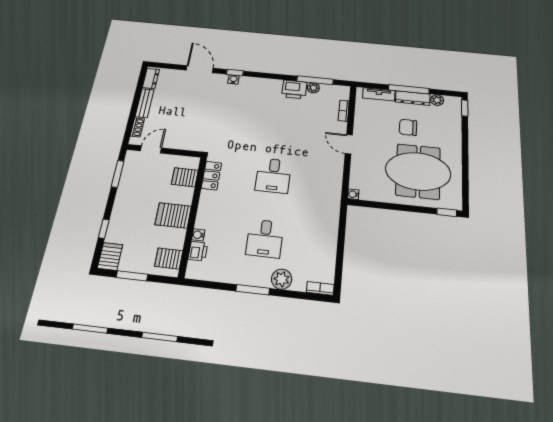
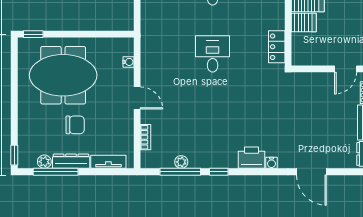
window: (235, 73) -> (219, 172), moved
printer: (294, 89) -> (251, 158), moved
window: (409, 89) -> (56, 172), moved
server rack: (185, 177) -> (304, 22), moved
water cooler: (353, 194) -> (128, 62), moved

